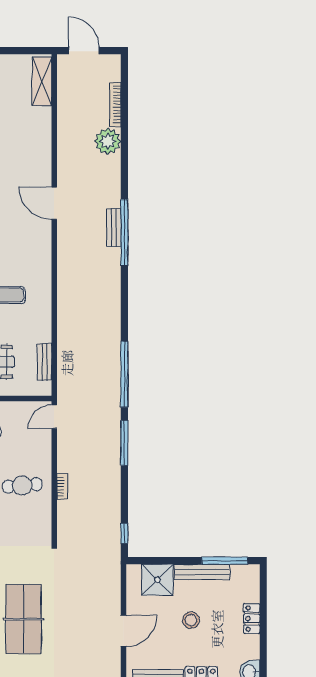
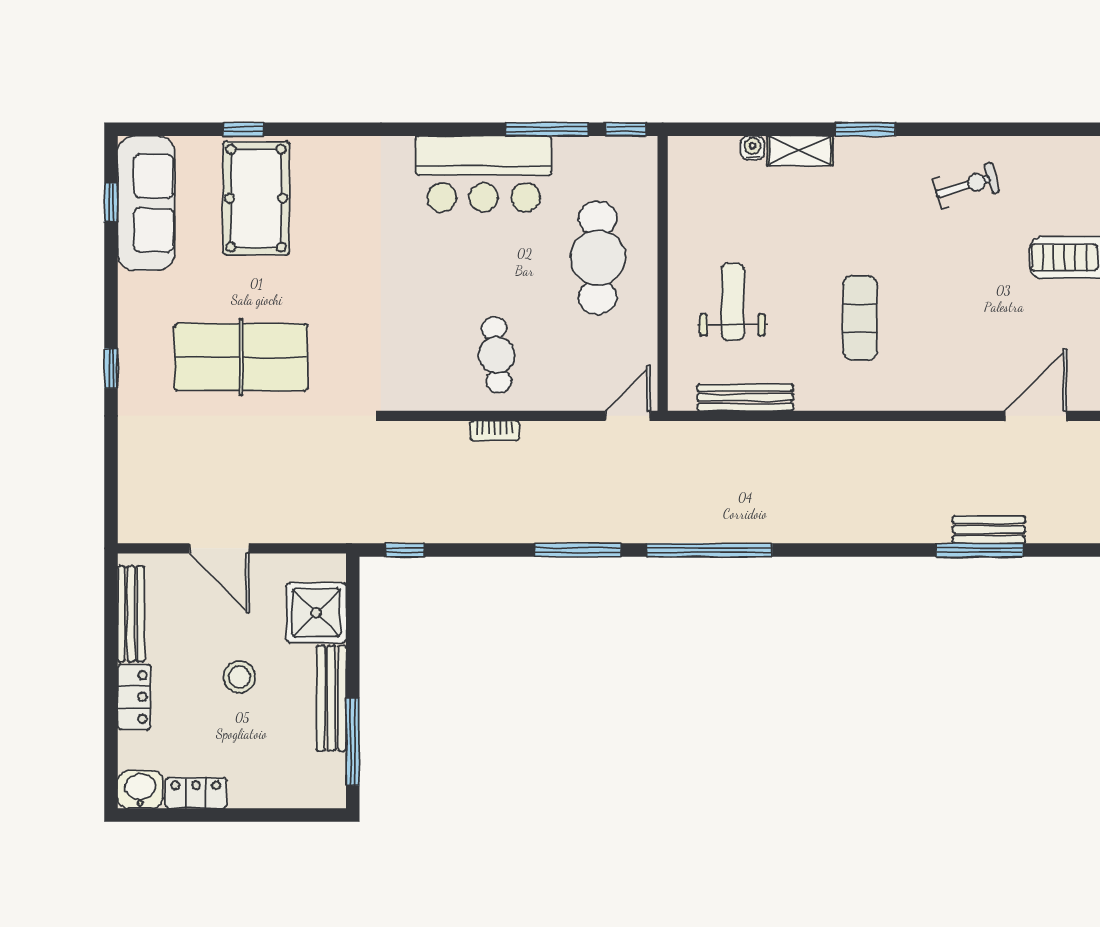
window: (124, 232) -> (980, 550), width x0.68
bench: (45, 362) -> (745, 397), width x1.36
door: (54, 417) -> (628, 416), hinge flipped
locker: (252, 619) -> (196, 793), moved

